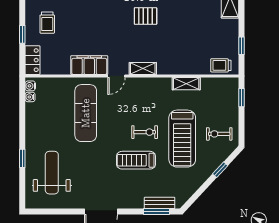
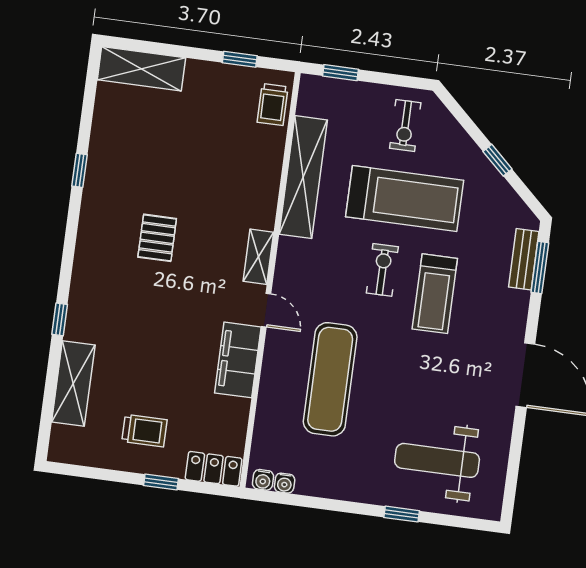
shelving: (186, 84) -> (303, 177), width x2.20, depth x1.33
exercise mat: (86, 113) -> (330, 379), turned 90
window: (220, 170) -> (498, 160), moved

